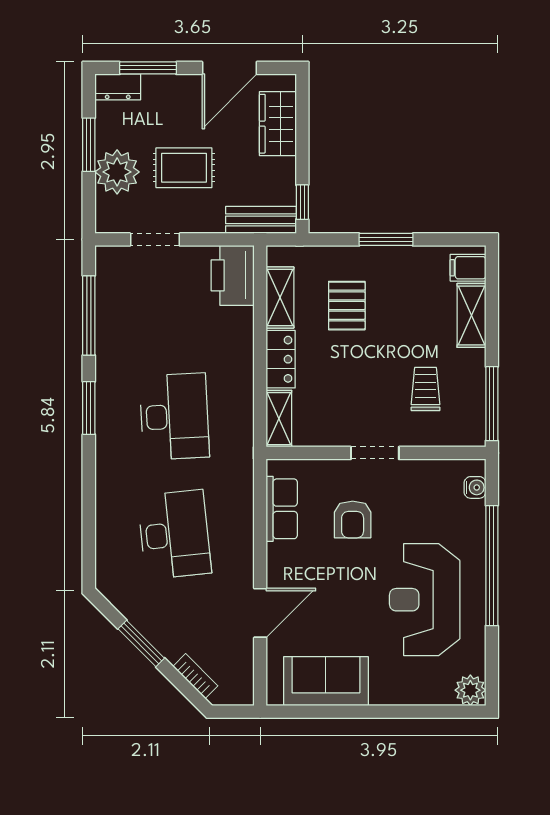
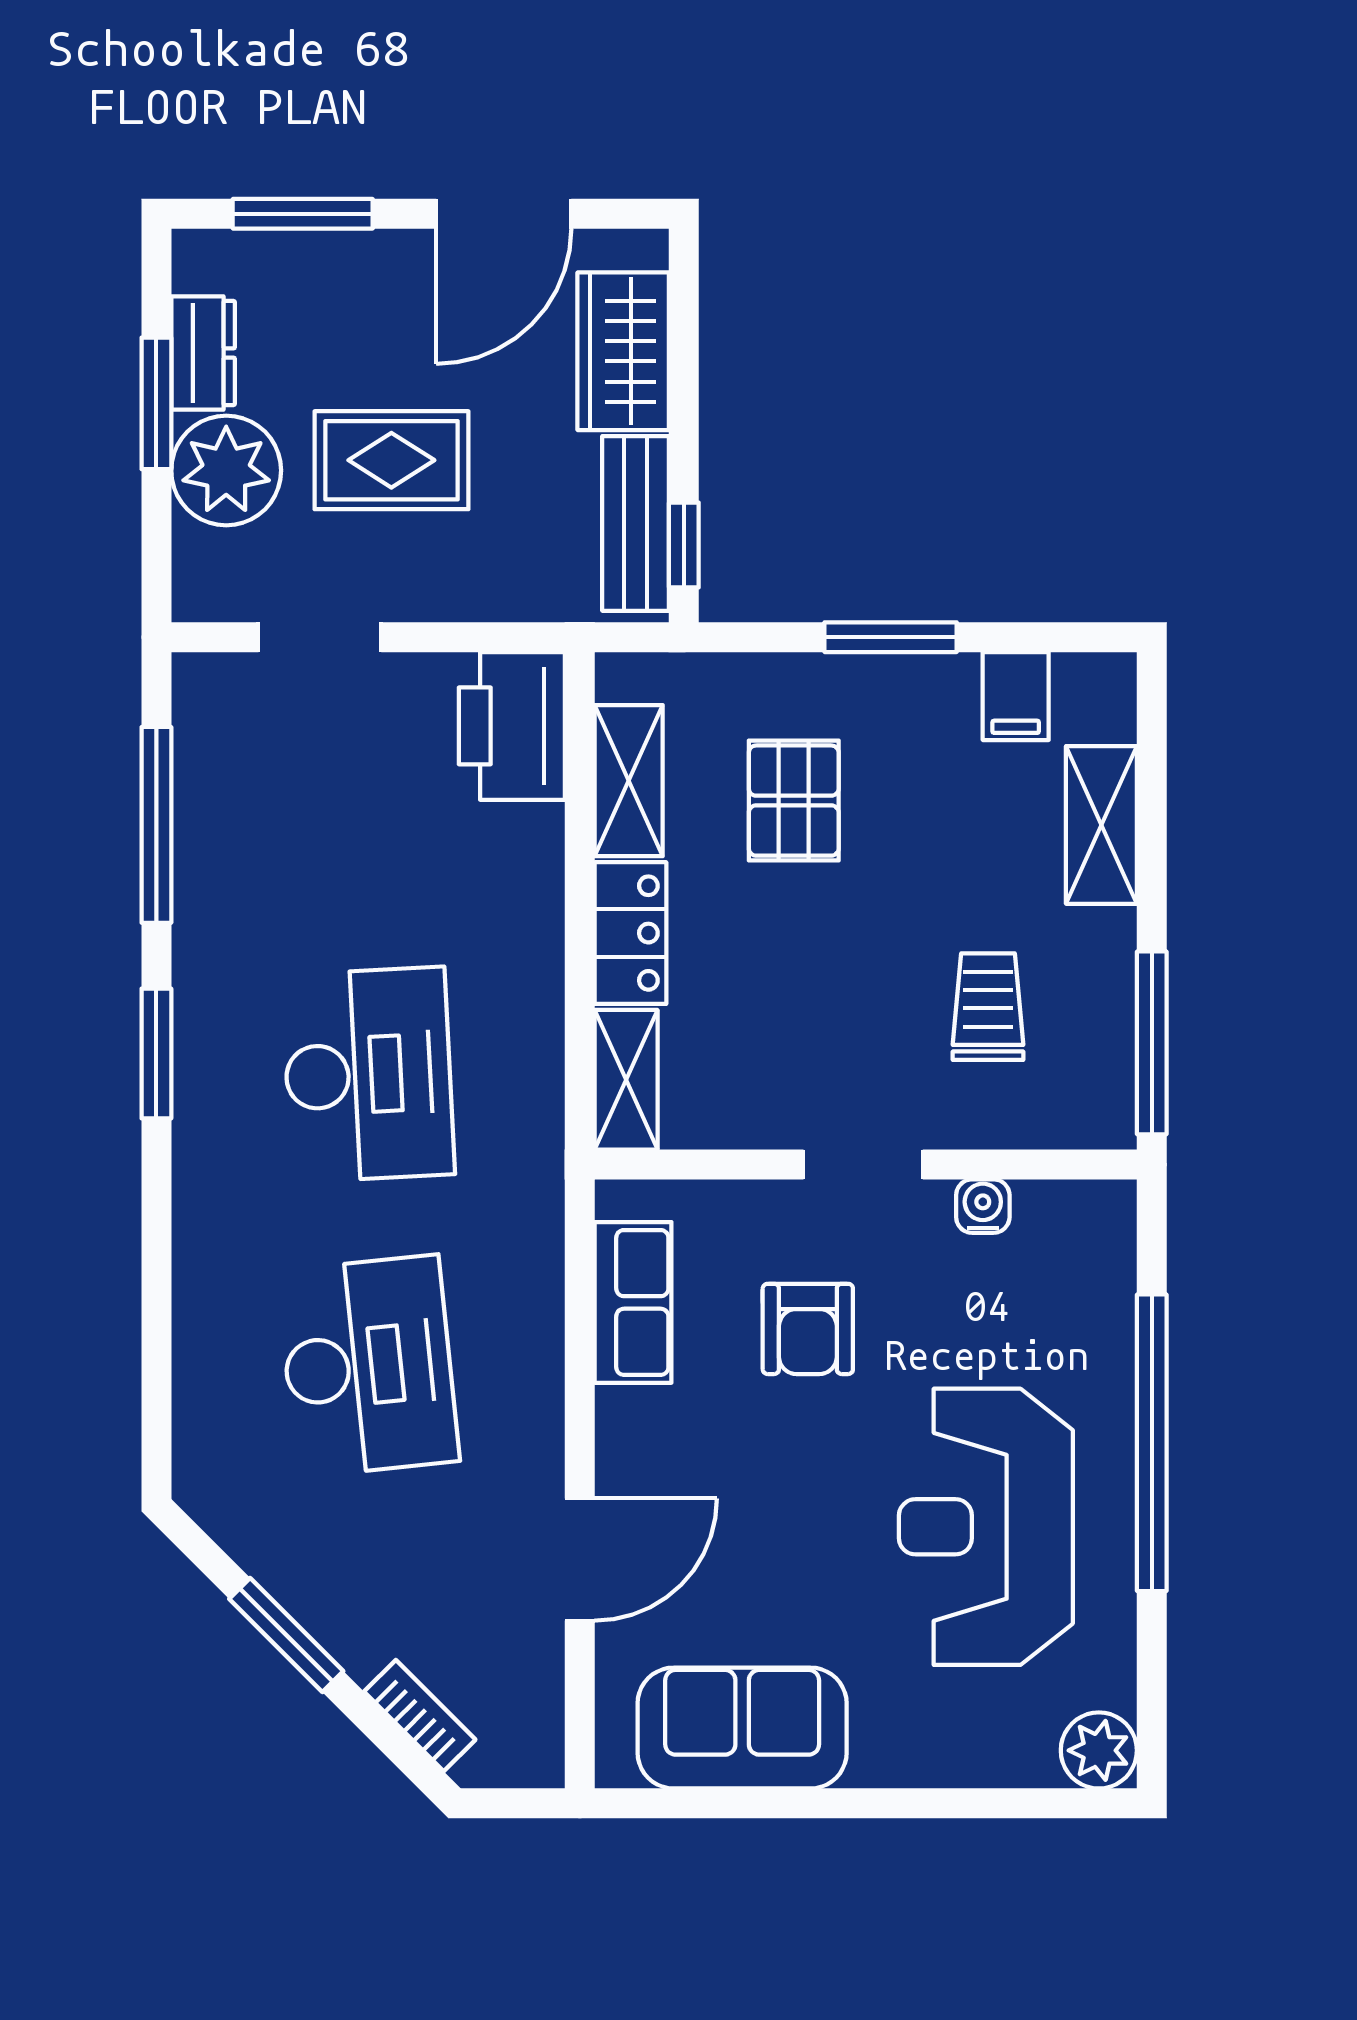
dresser: (118, 87) -> (203, 353), moved, turned -90
bench: (261, 220) -> (636, 523), moved, turned 90
filing cabinet: (468, 268) -> (1016, 696), moved, turned -90
water cooler: (475, 487) -> (983, 1206), moved, turned -90

